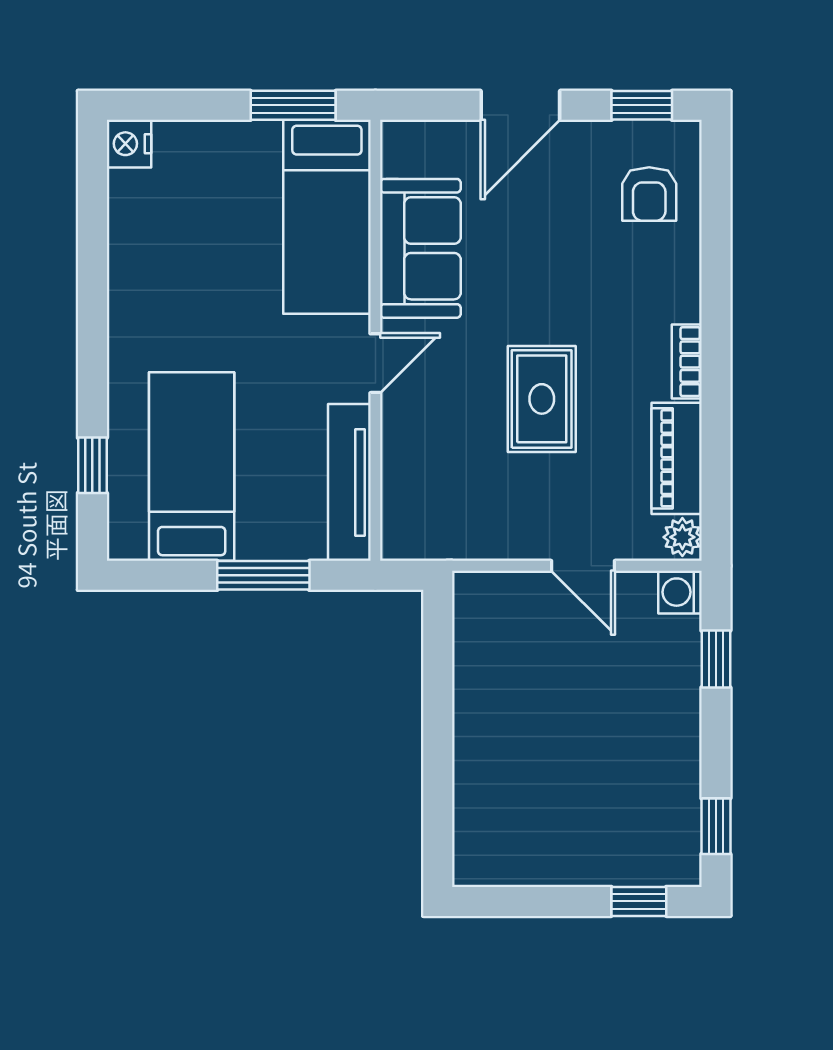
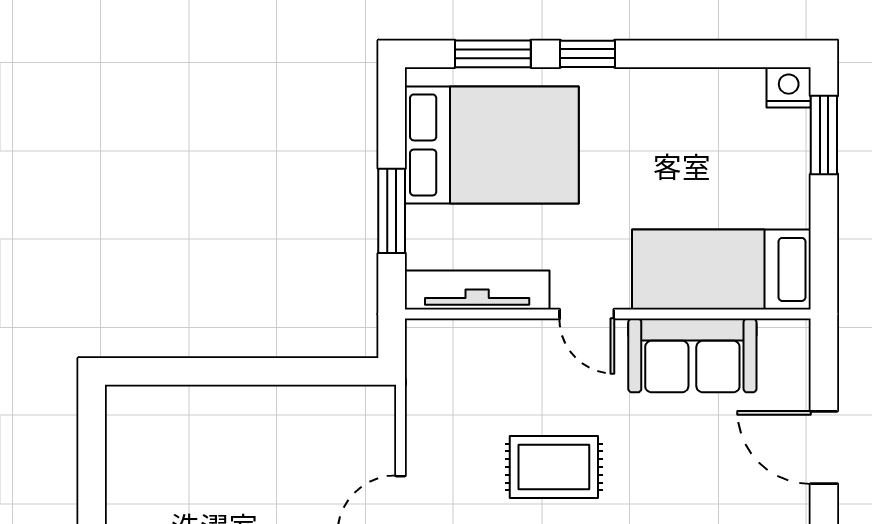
window: (293, 105) -> (824, 135), moved
window: (92, 362) -> (588, 54), added
window: (92, 465) -> (493, 54), width x1.50
bed: (192, 467) -> (492, 145), width x1.50

